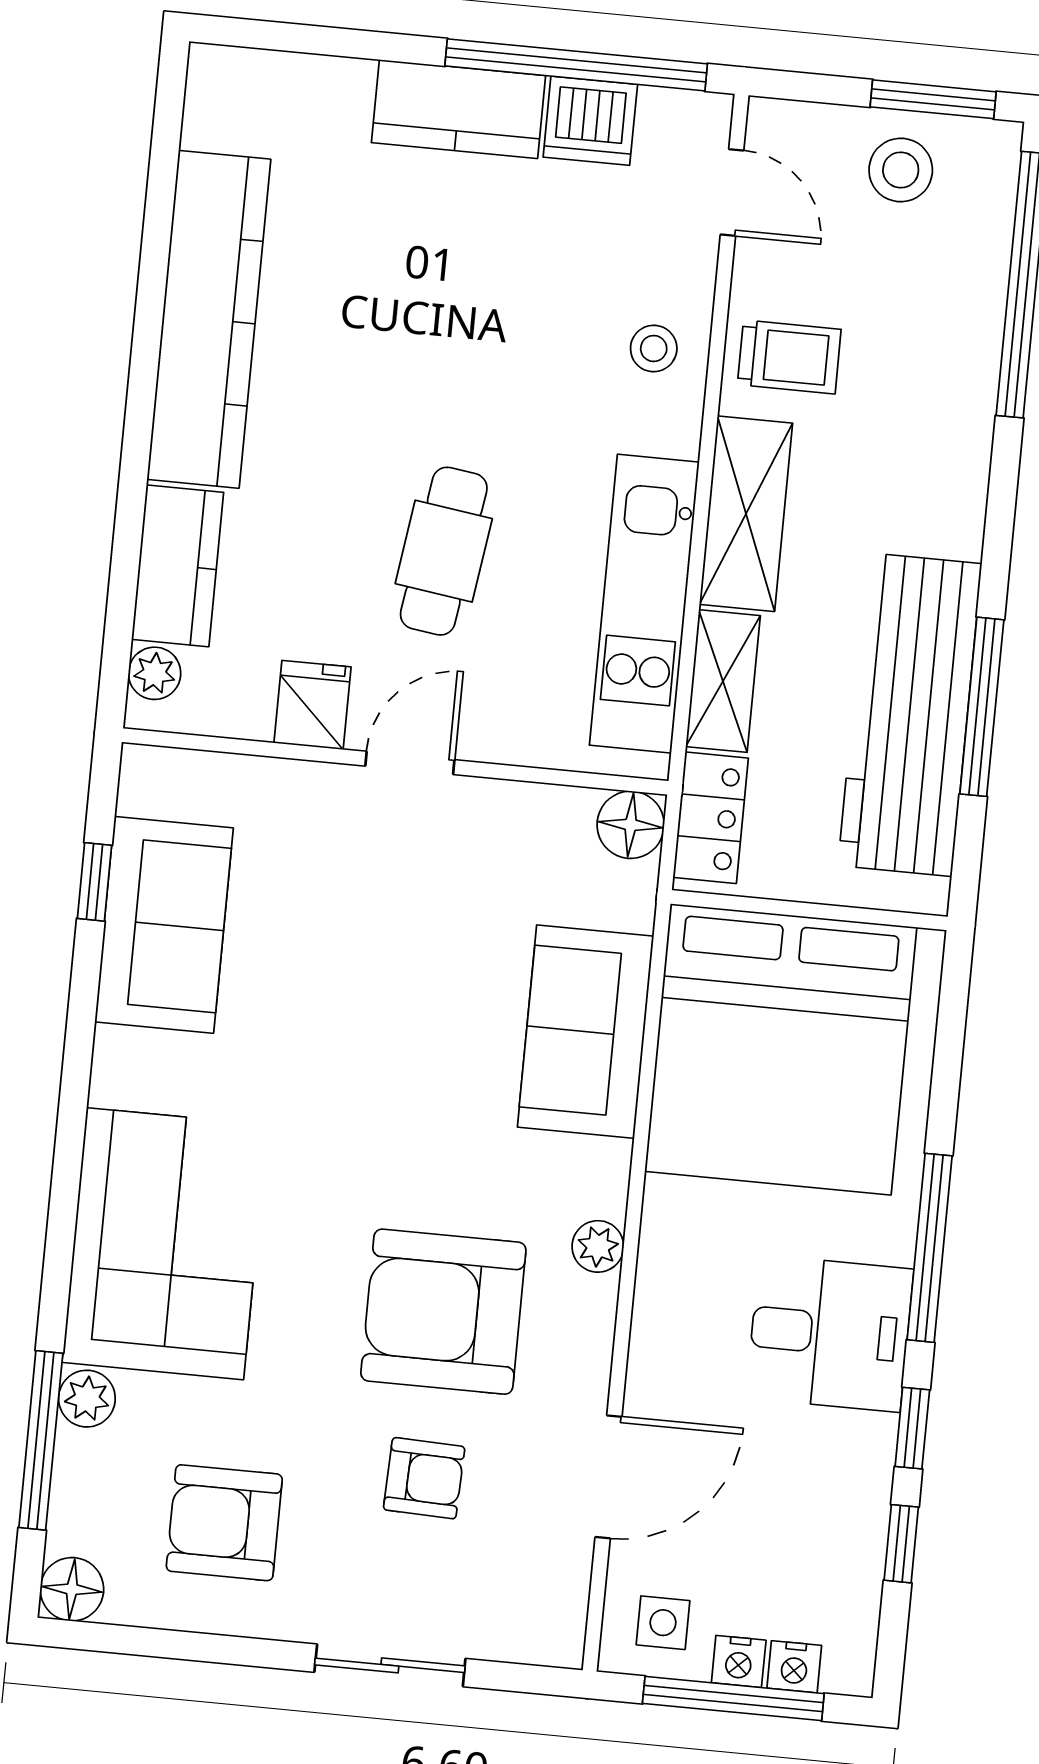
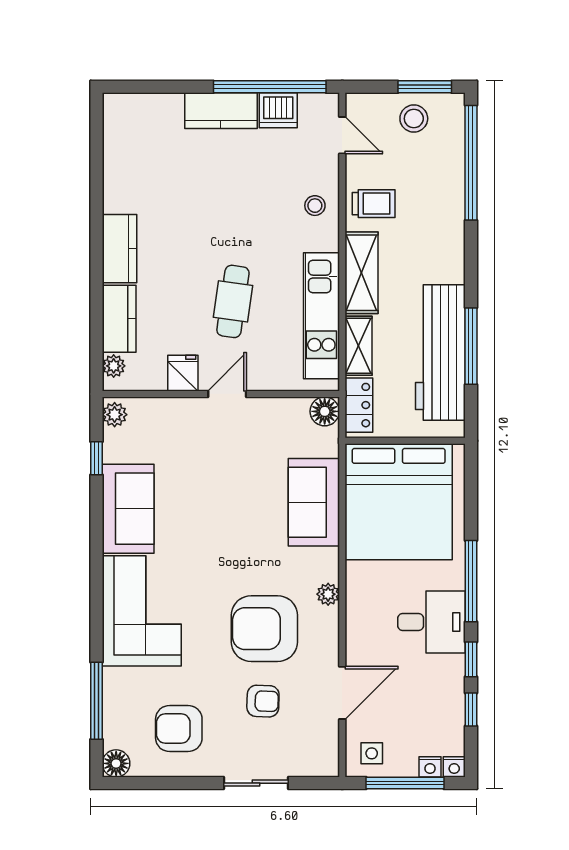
kitchen counter: (209, 319) -> (119, 249), width x0.48, depth x0.86
sofa: (164, 925) -> (128, 509), moved
plant: (87, 1399) -> (115, 415), moved
nightstand: (739, 1661) -> (454, 767), moved

